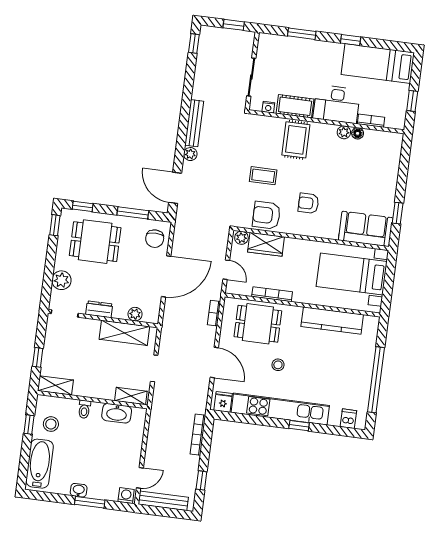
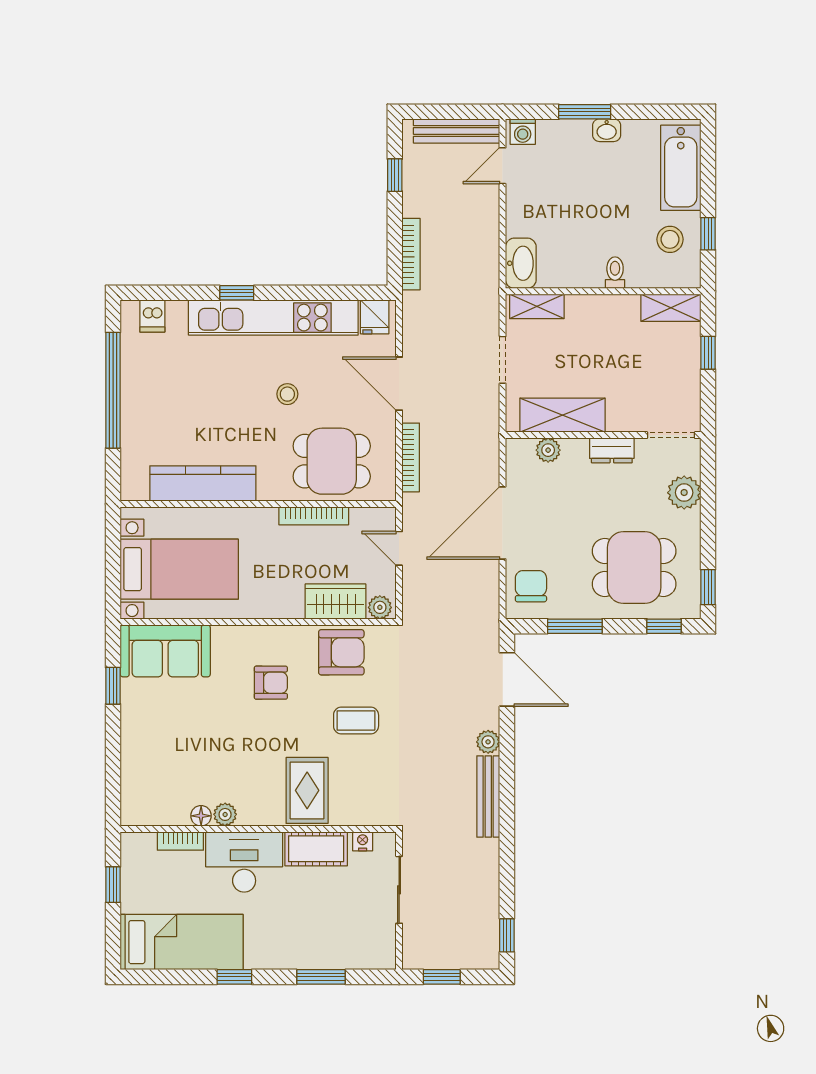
bookcase: (214, 313) -> (411, 457), width x1.56
washbasin: (117, 413) -> (521, 263), moved, turned 90

